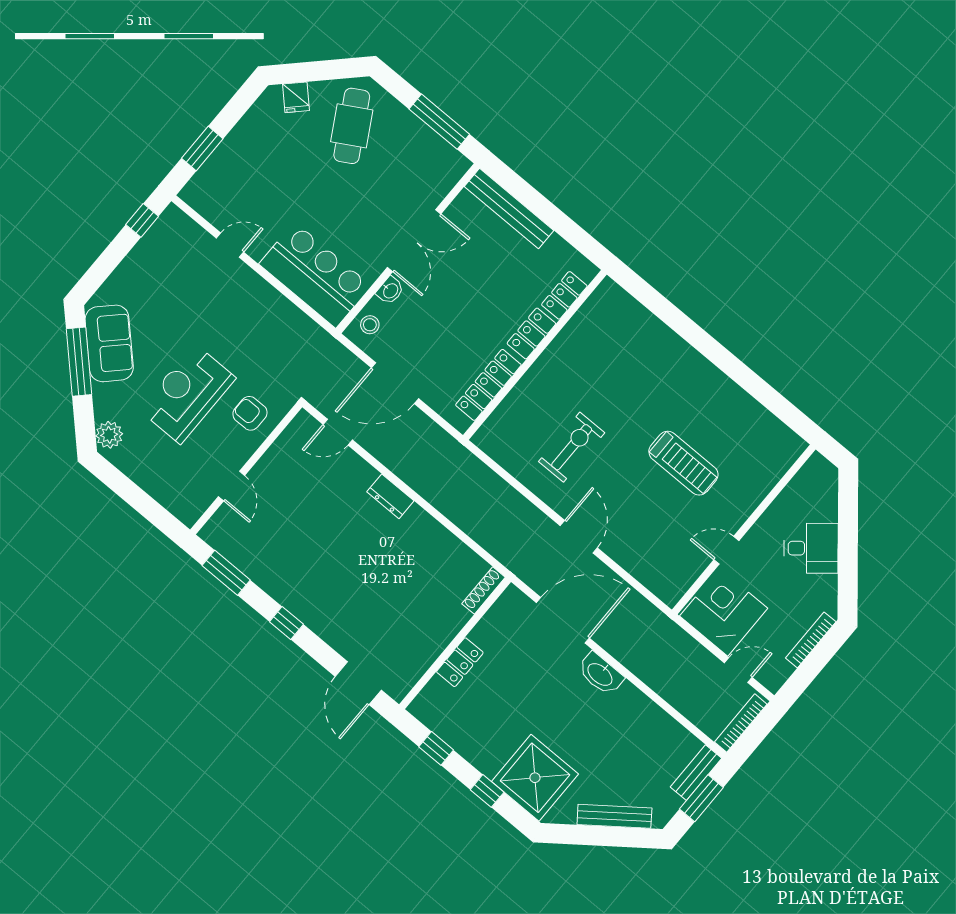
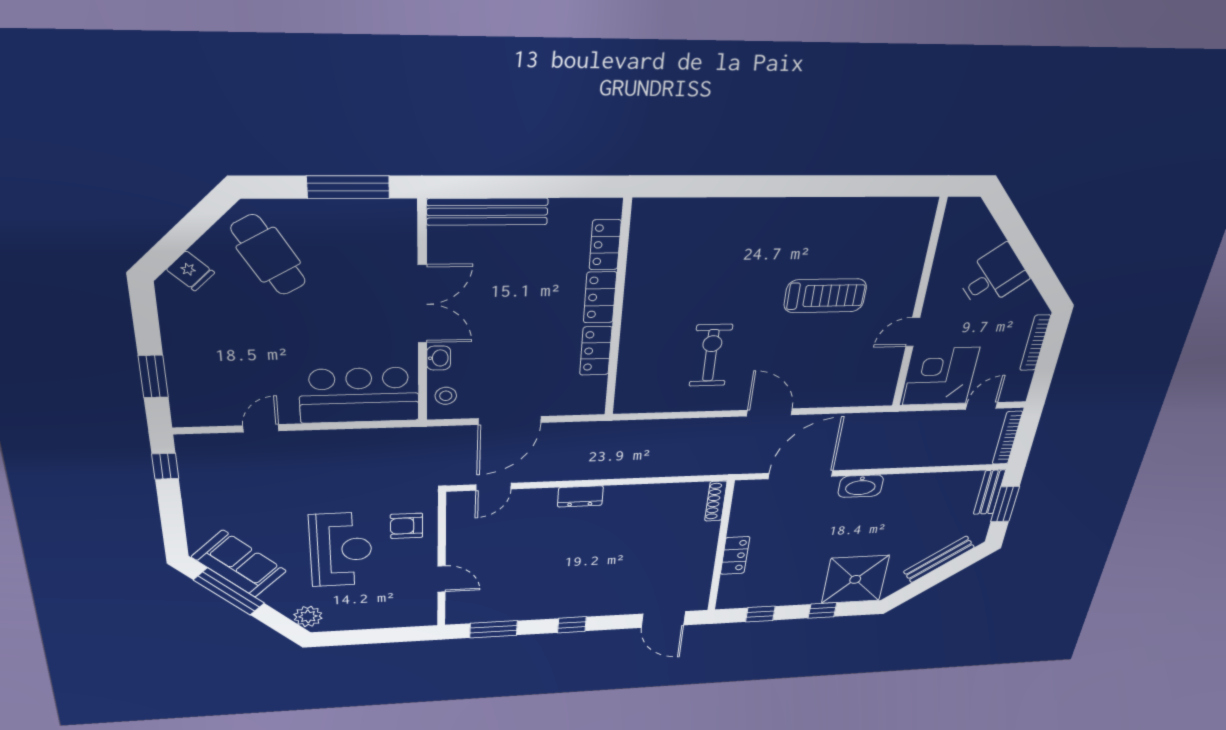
locker: (488, 385) -> (596, 351), width x0.66
reception desk: (187, 394) -> (341, 550), turned 180

